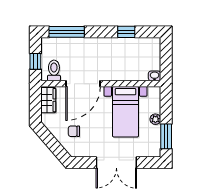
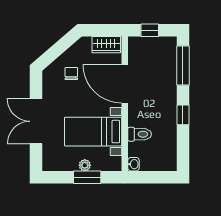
window: (126, 32) -> (183, 115), moved
toilet: (54, 70) -> (140, 134), moved
window: (166, 136) -> (87, 177), moved

